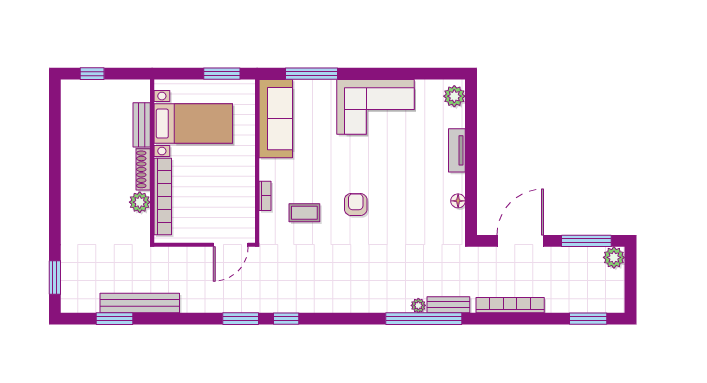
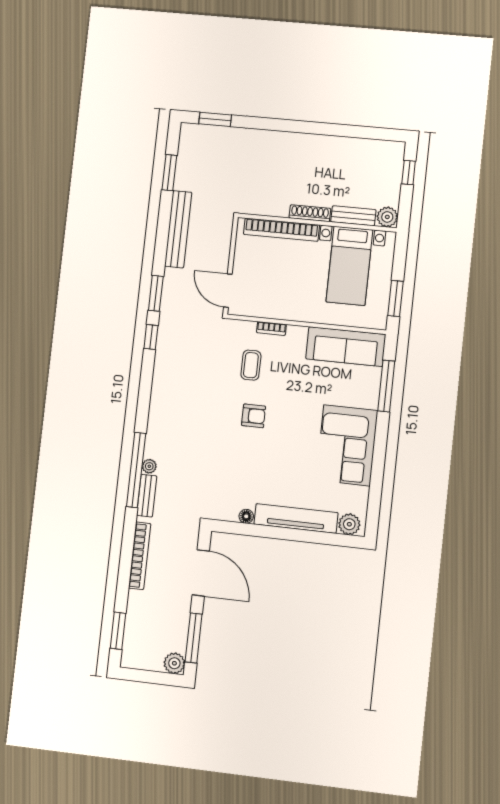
tv unit: (457, 150) -> (296, 518), width x1.92, depth x1.29
plant: (140, 202) -> (387, 217), moved
bench: (140, 303) -> (178, 229), moved

